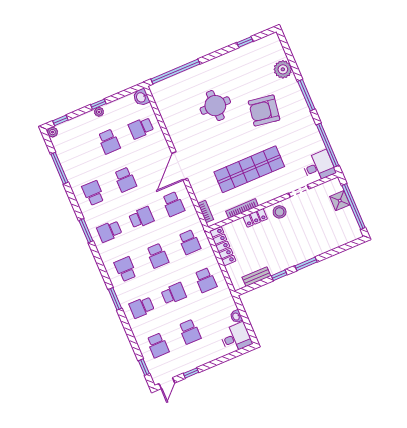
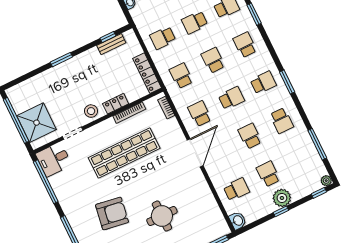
plant: (99, 112) -> (282, 198), width x1.88, depth x1.88
shower: (340, 201) -> (36, 123), width x1.86, depth x1.86
school desk: (141, 218) -> (231, 98), turned 180
school desk: (125, 269) -> (245, 45), turned 180
window: (279, 275) -> (108, 37), moved
school desk: (206, 280) -> (163, 38), turned -90

